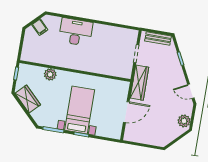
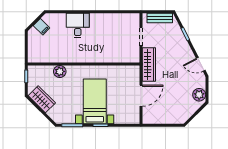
desk: (76, 32) -> (78, 25), width x0.73

